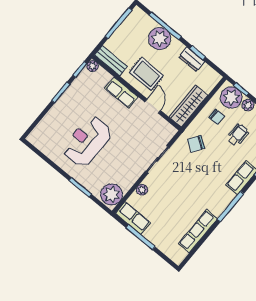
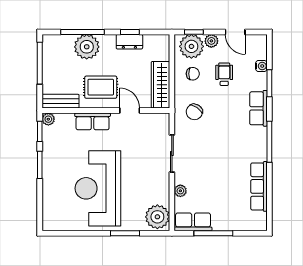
reception desk: (87, 141) -> (98, 188), width x1.36, depth x1.30

